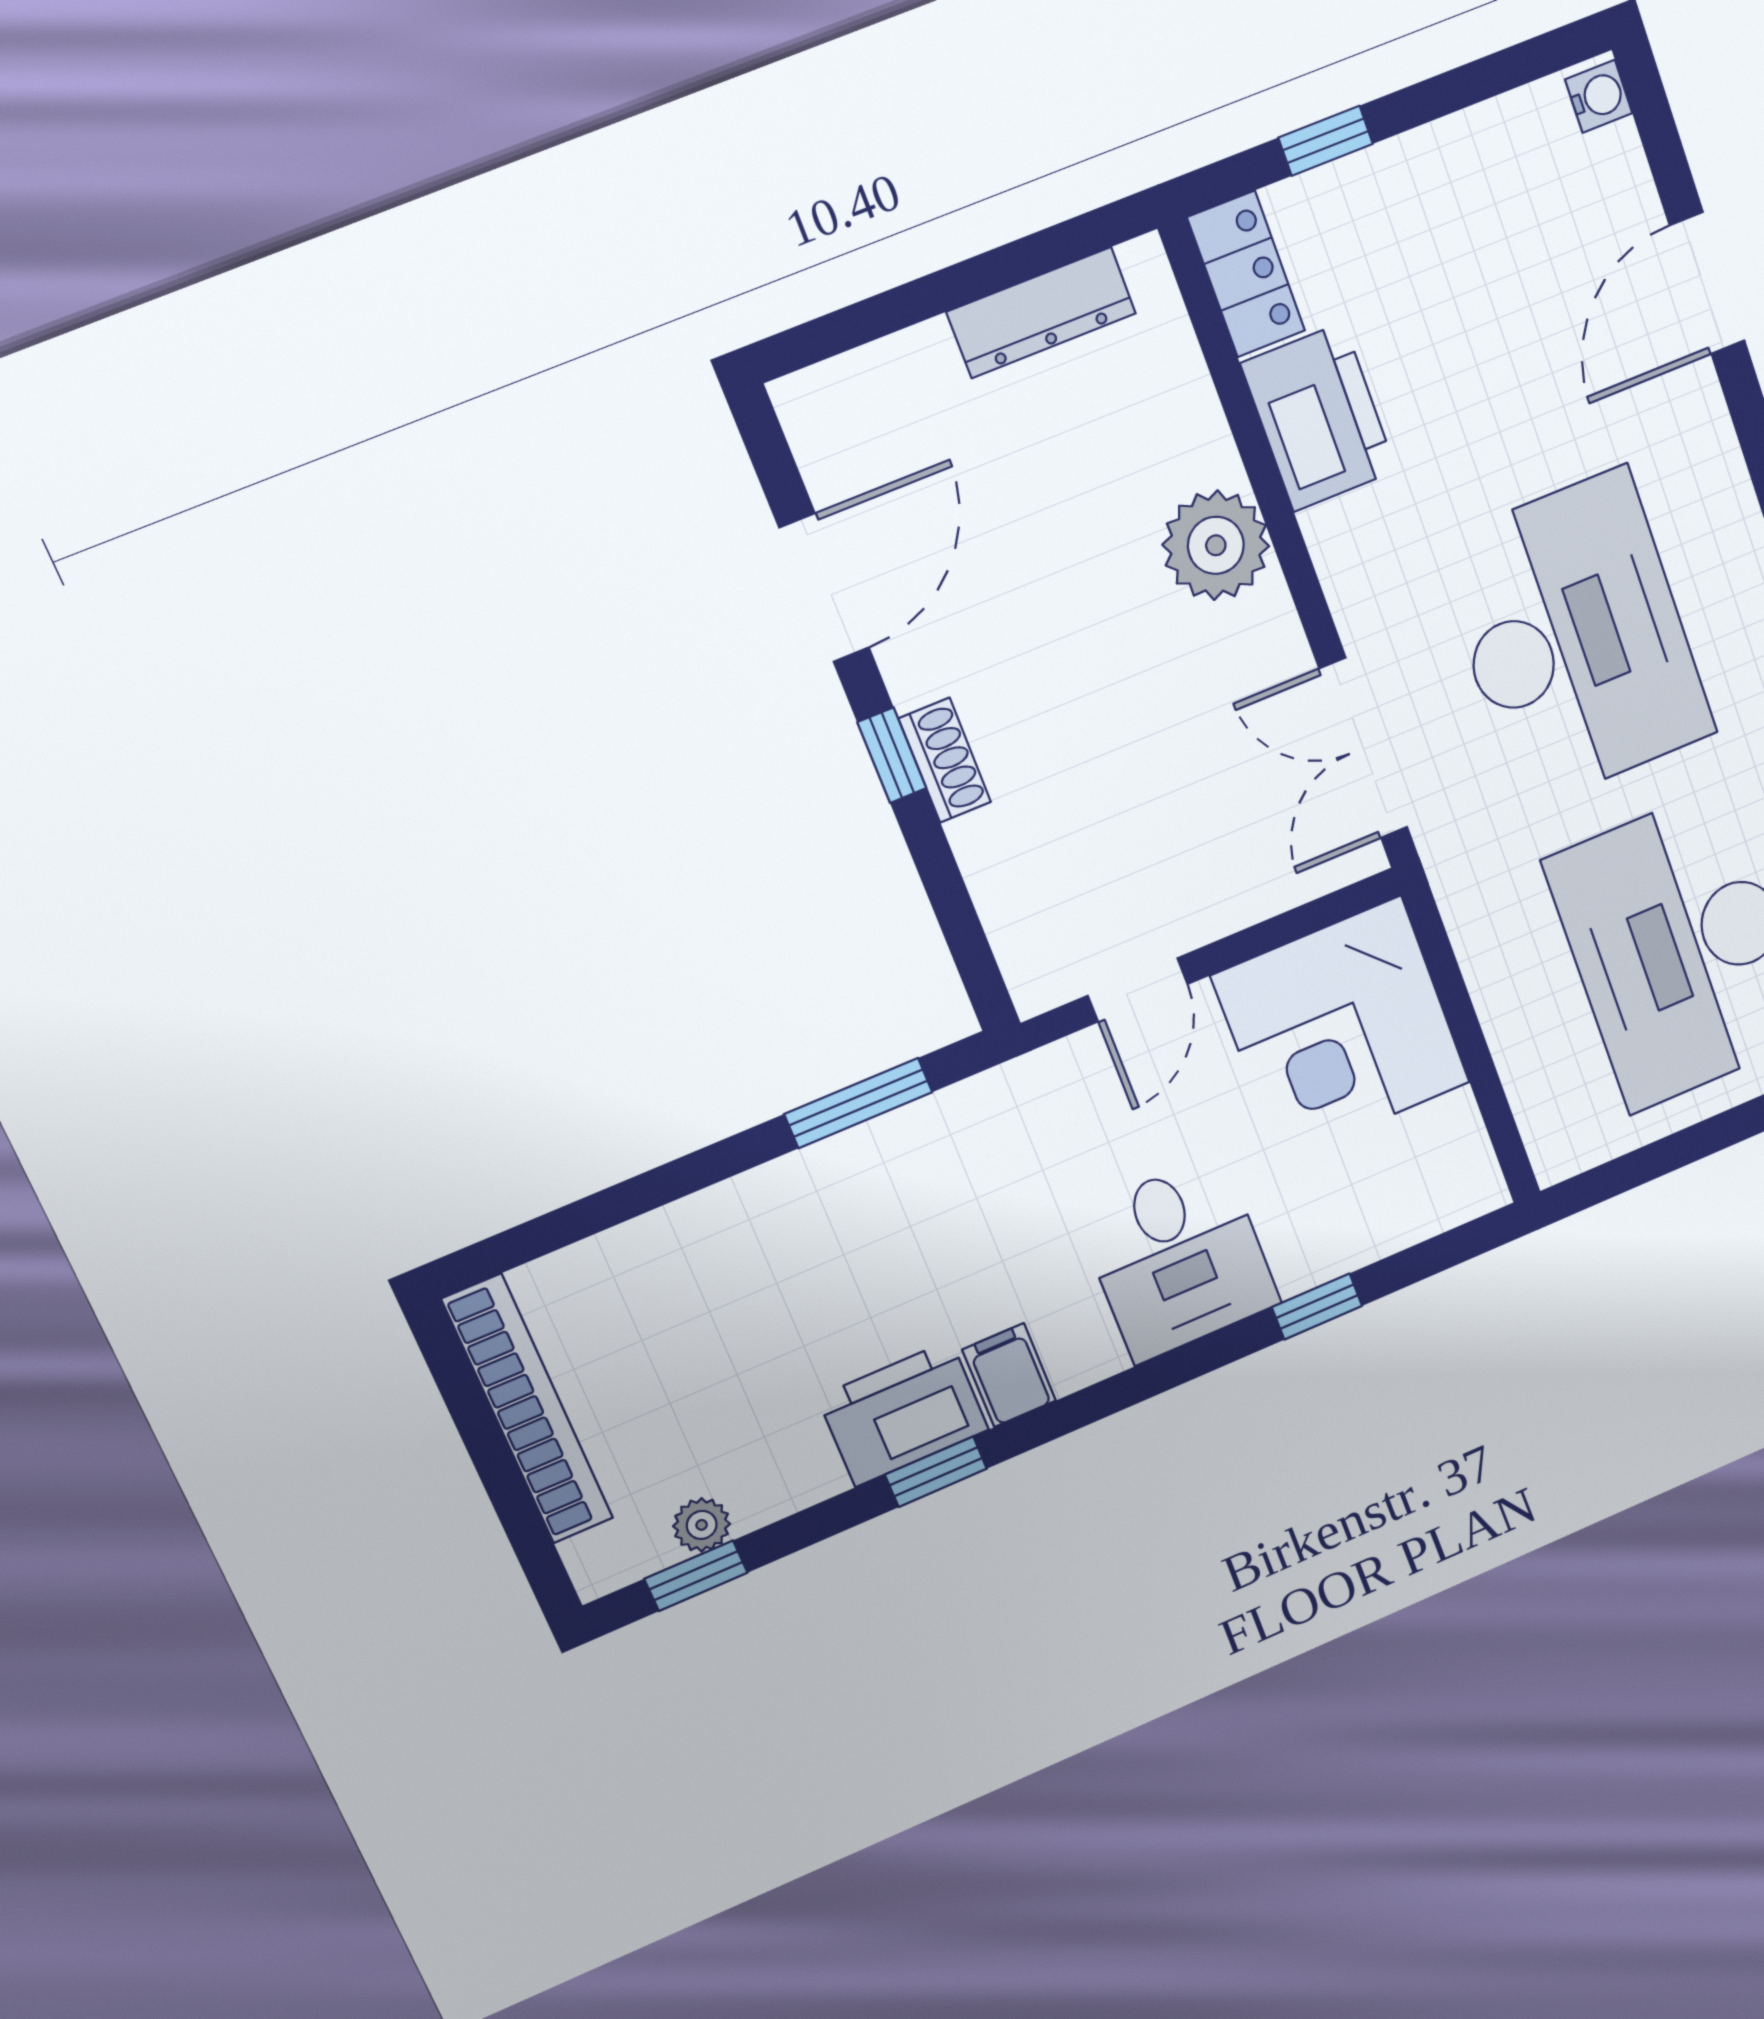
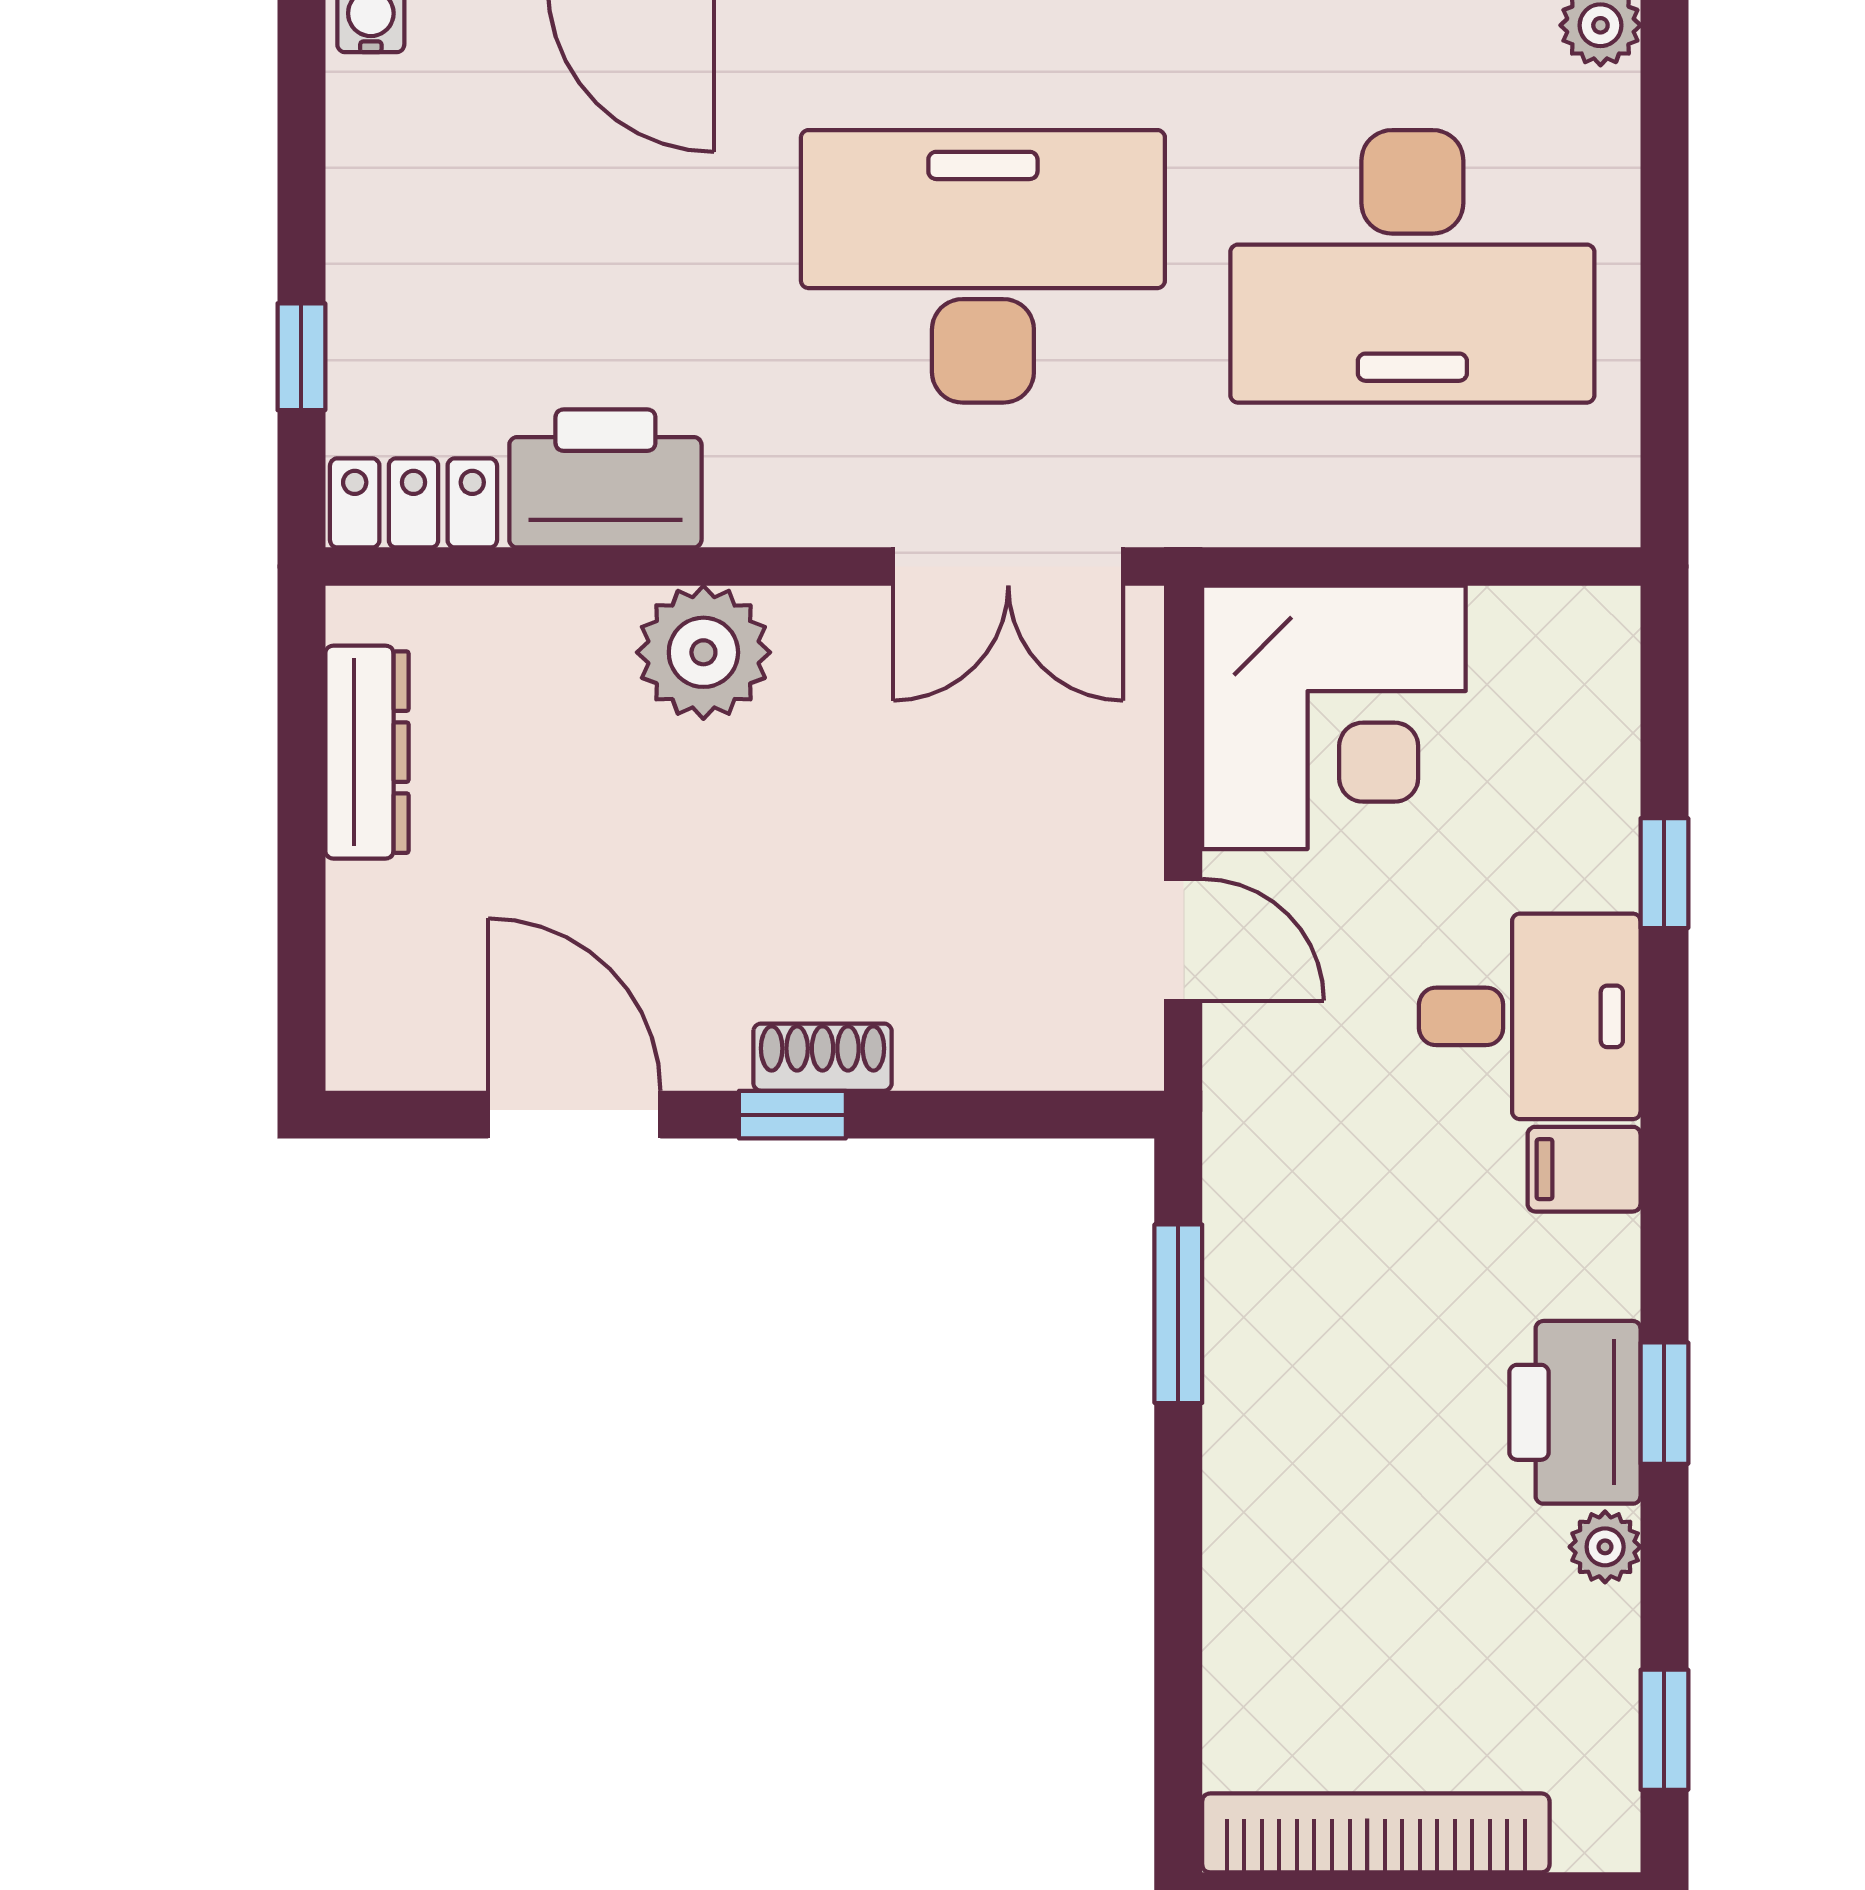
filing cabinet: (1009, 1375) -> (1584, 1169), moved
plant: (702, 1525) -> (1605, 1547), moved

